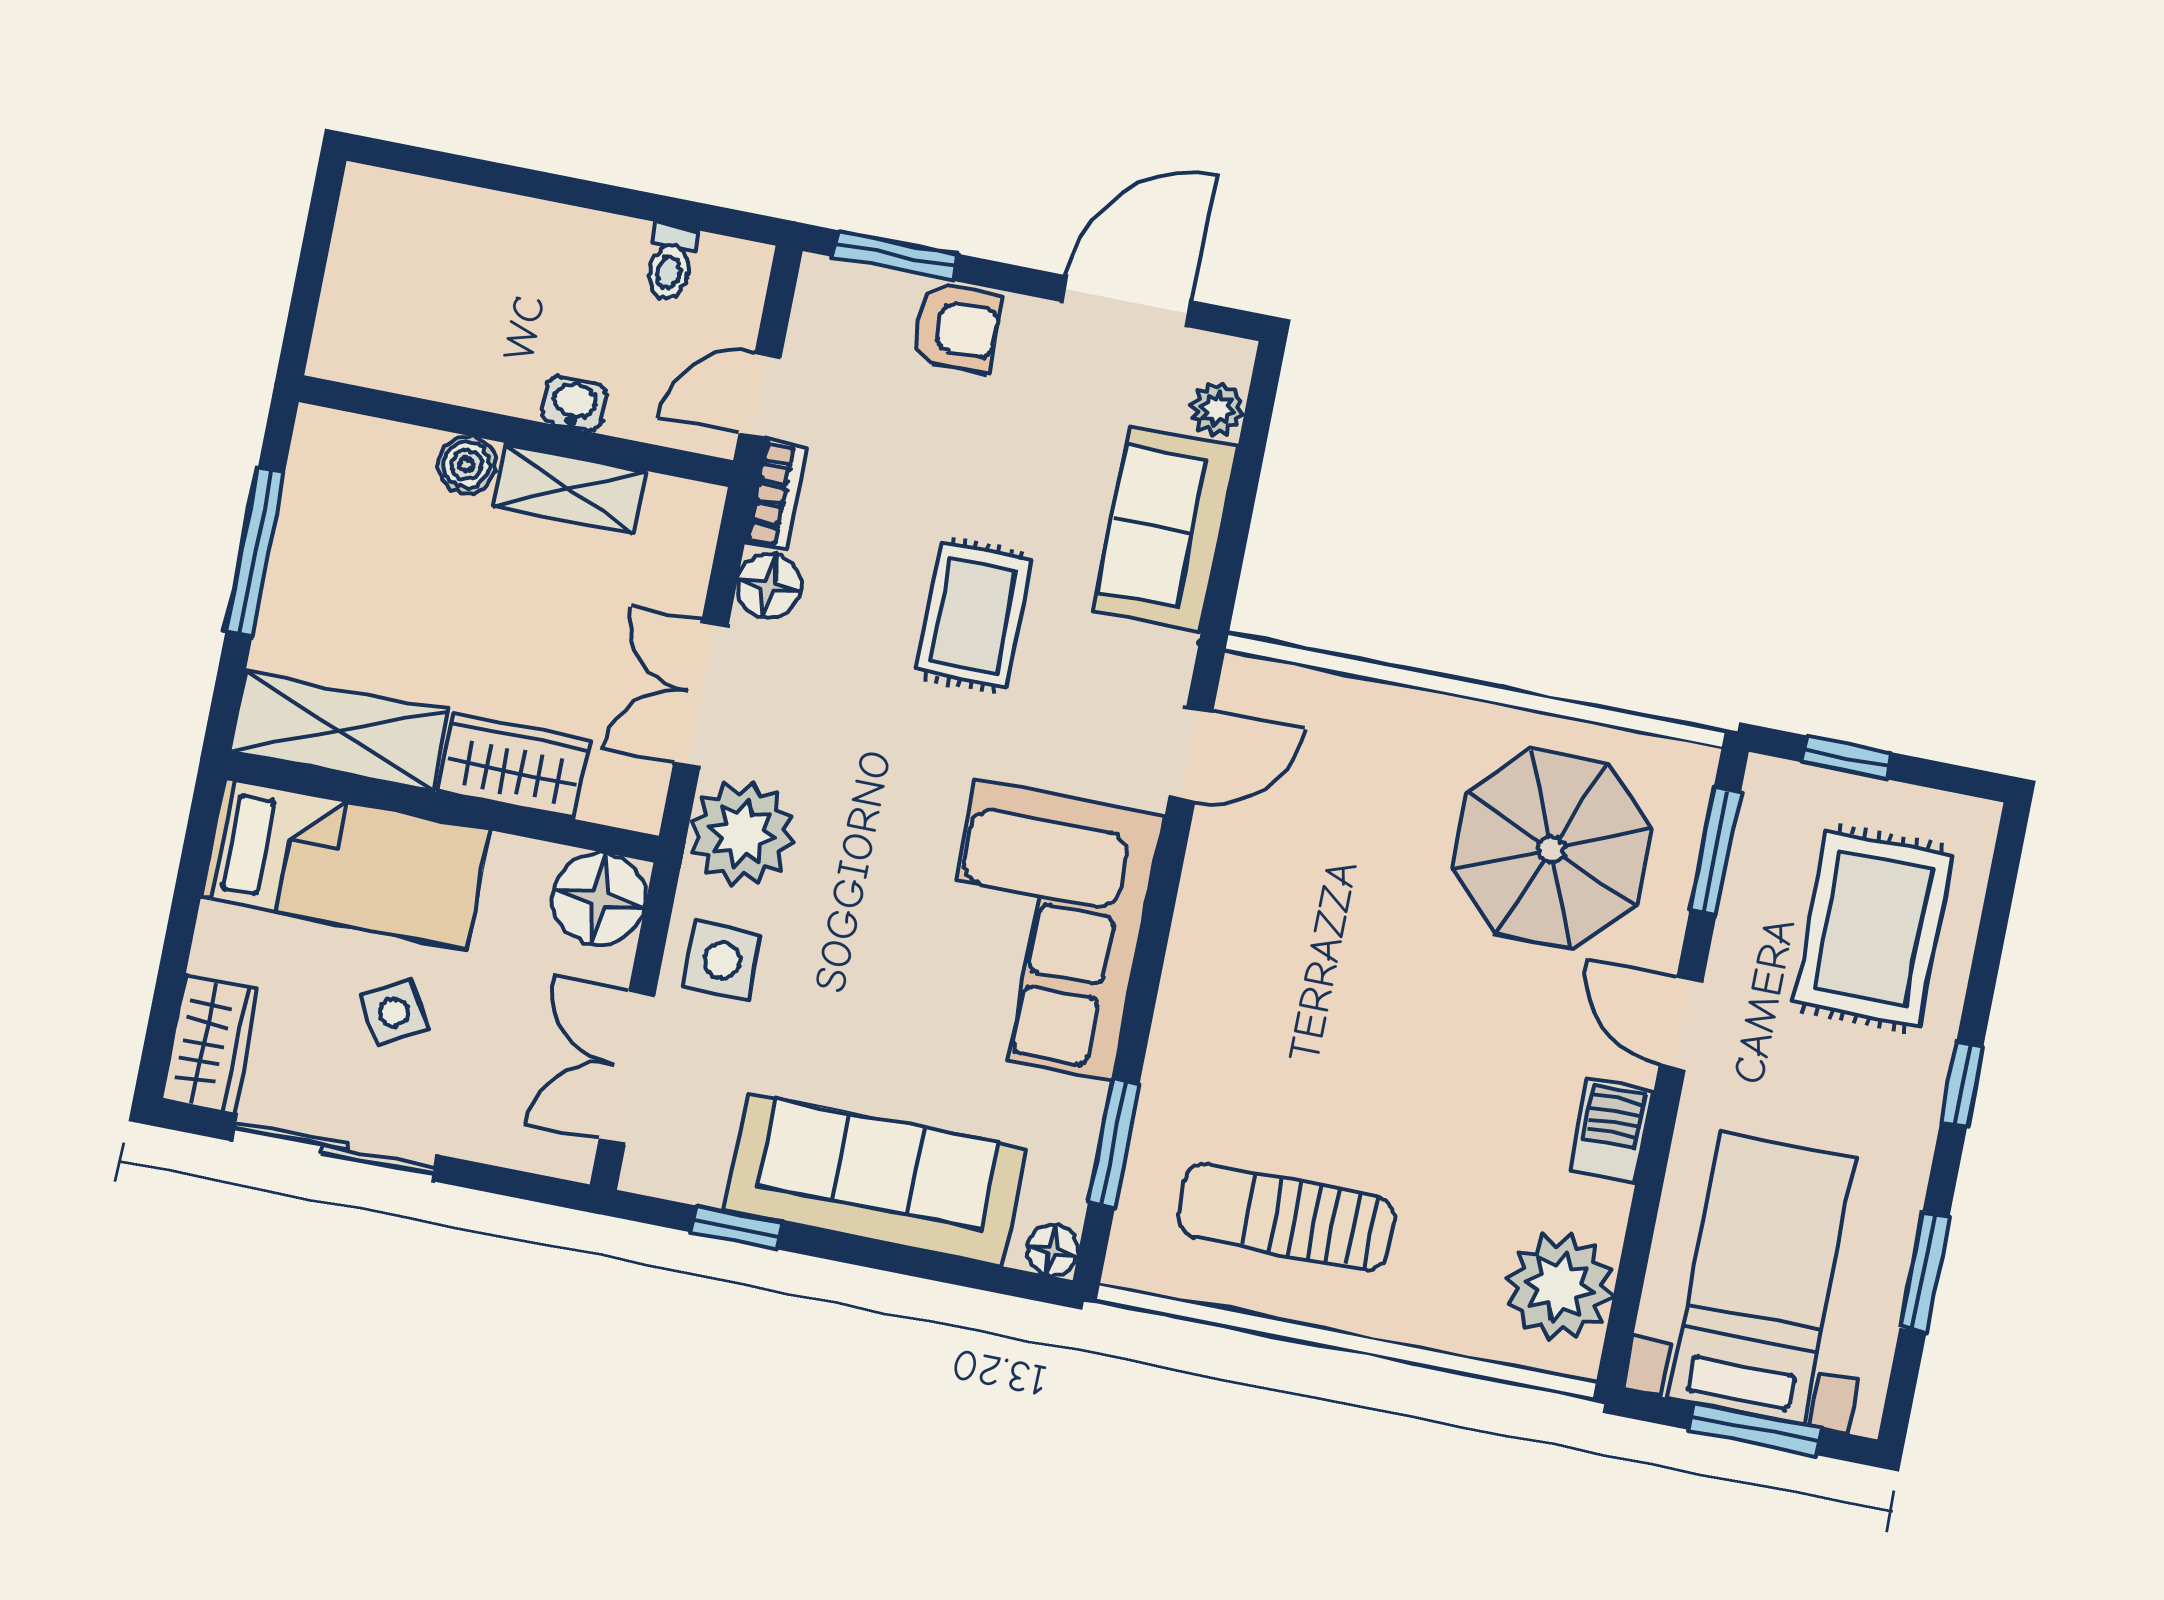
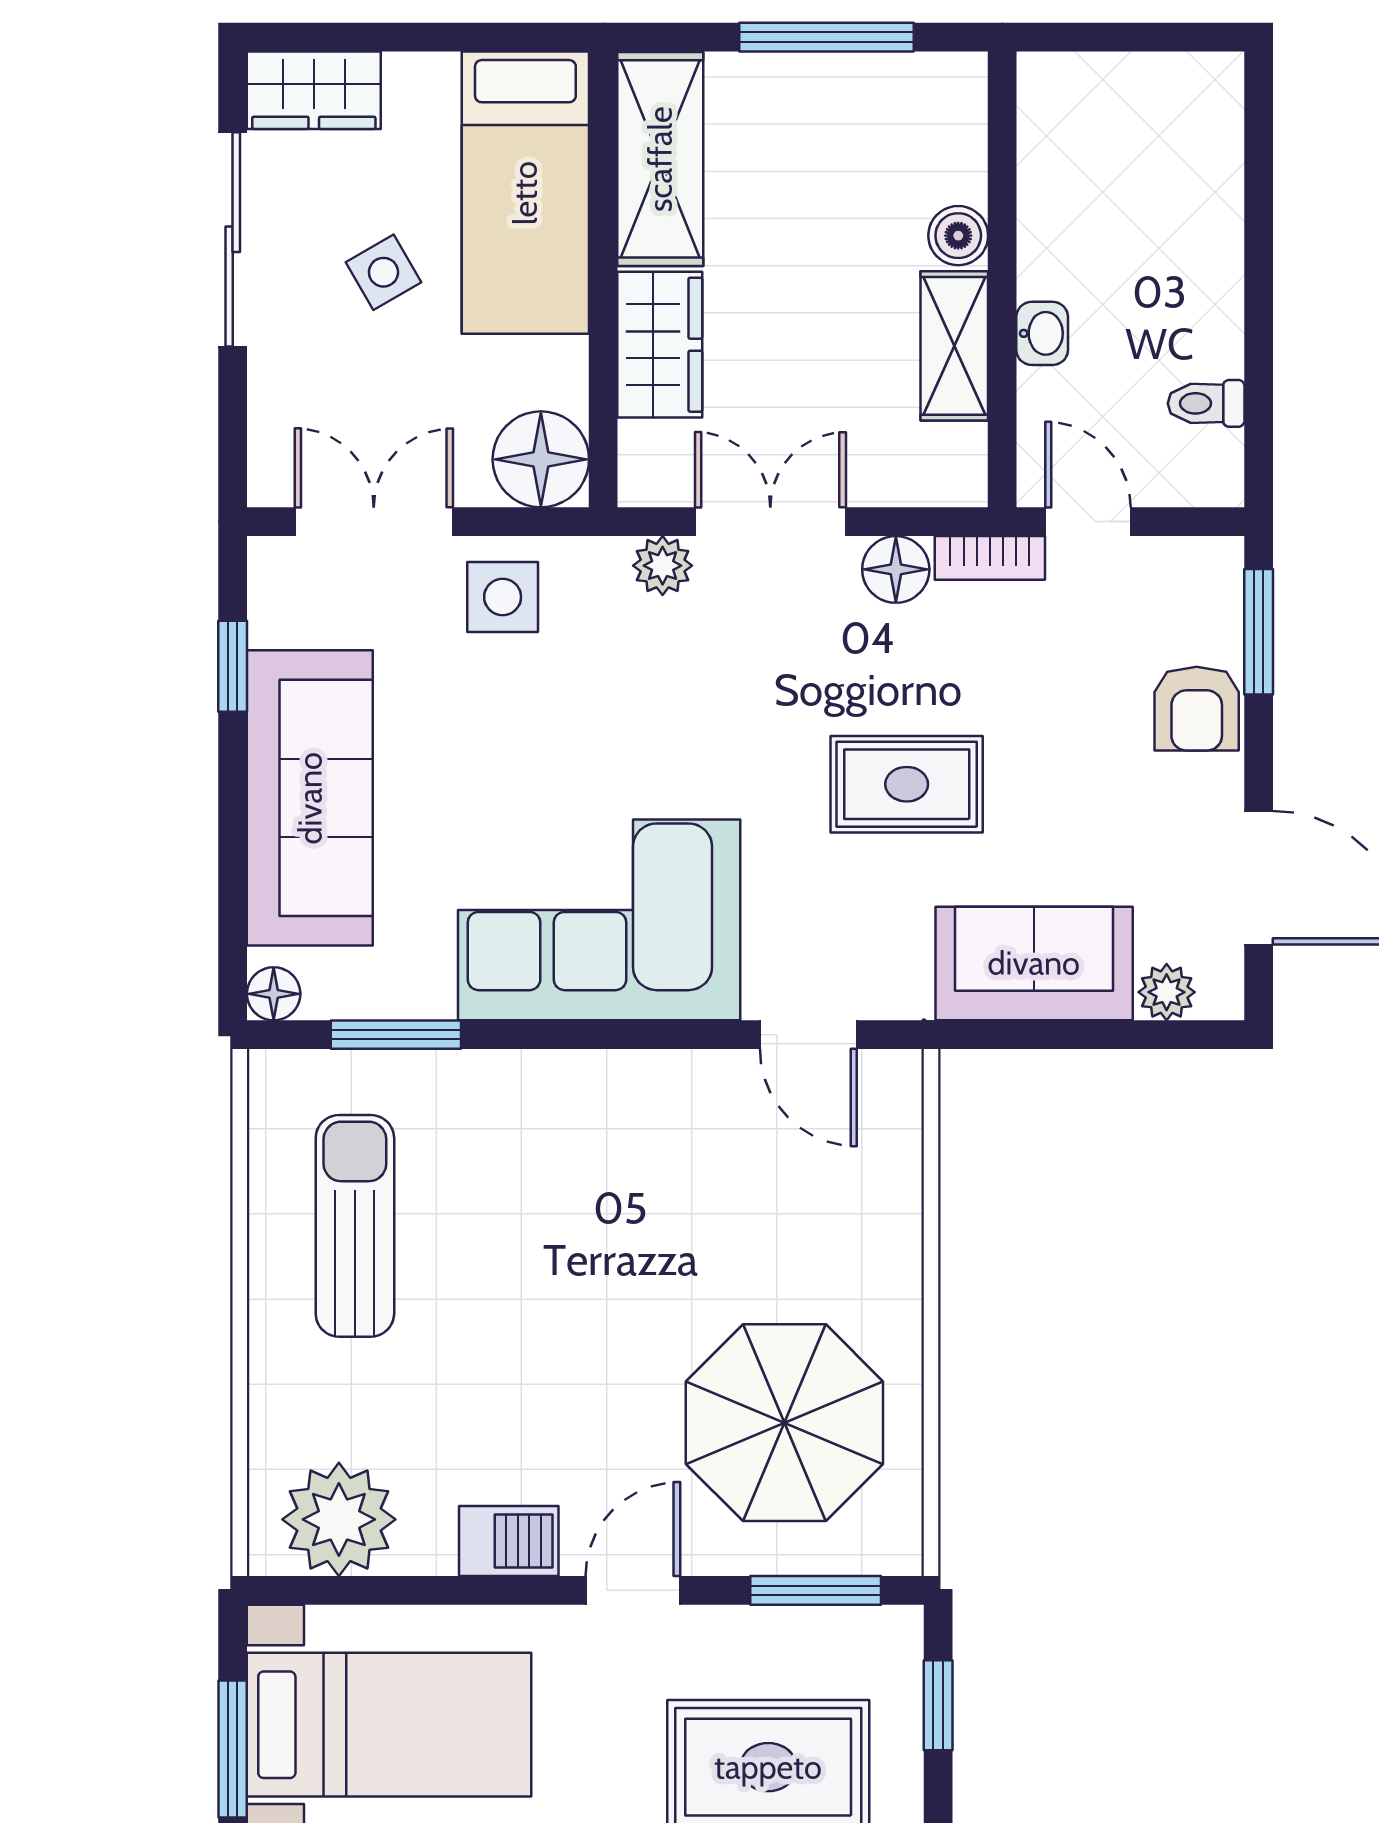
plant: (742, 833) -> (663, 566), width x0.53, depth x0.53

